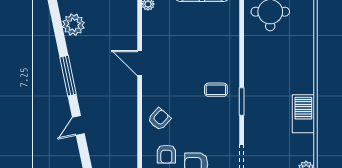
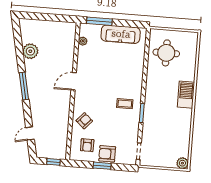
door: (140, 63) -> (74, 81), hinge flipped
barbecue: (303, 114) -> (186, 95), moved
door: (78, 125) -> (30, 133), moved

